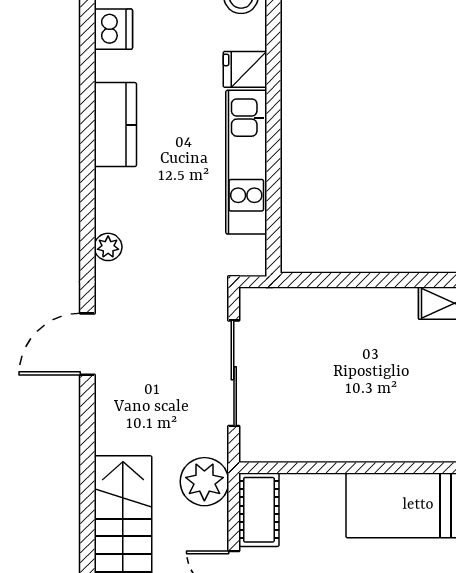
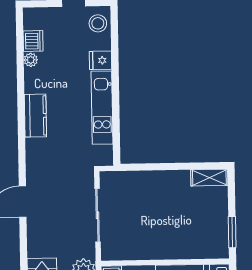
kitchen counter: (115, 125) -> (35, 116), moved
plant: (108, 247) -> (31, 60), moved

